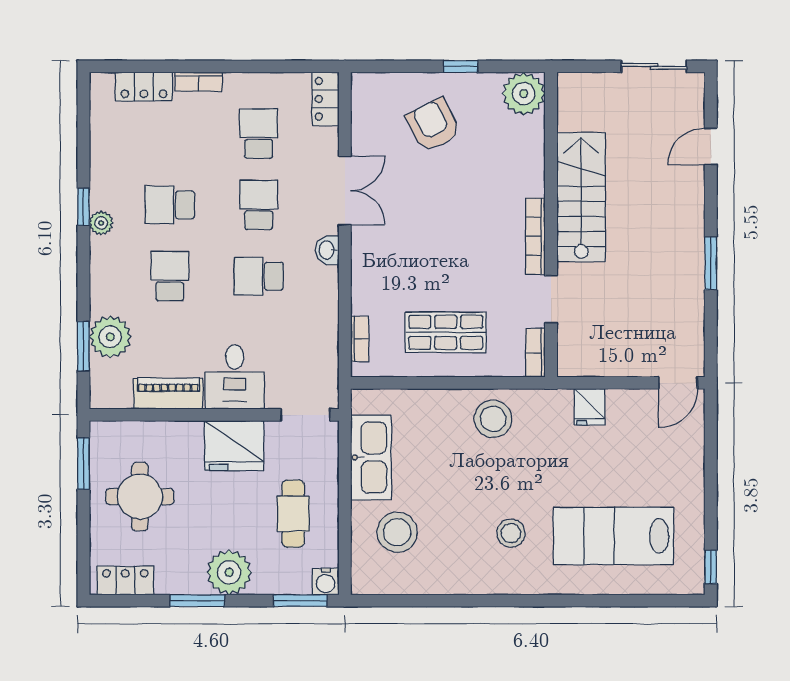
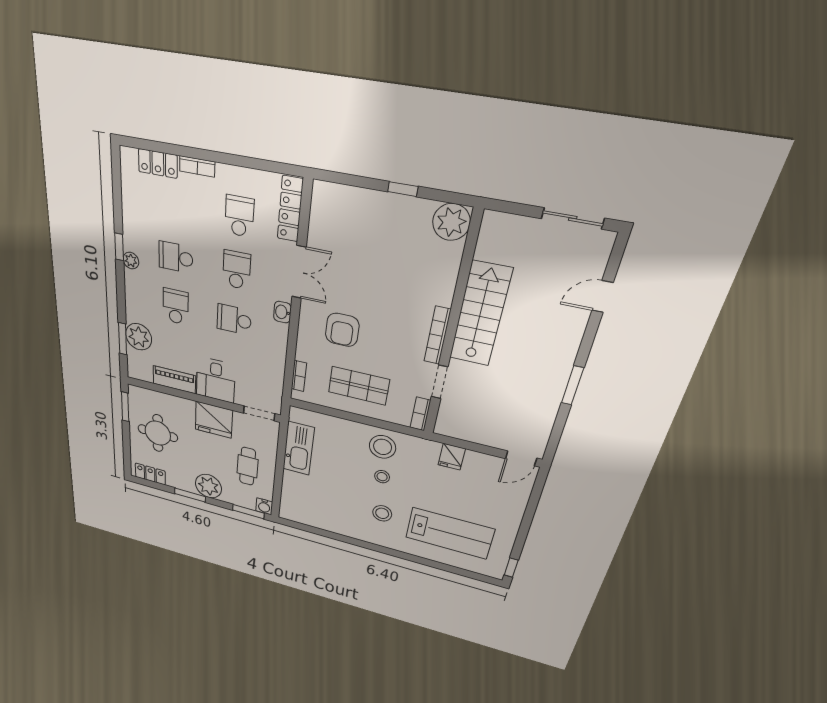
locker: (326, 99) -> (290, 209), width x1.53
armchair: (433, 125) -> (342, 330), moved, turned -153
stool: (397, 532) -> (382, 477), moved, width x0.53, depth x0.53
lab bench: (613, 536) -> (450, 533), turned 180

